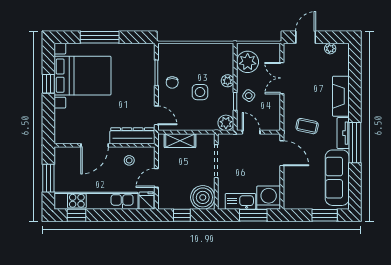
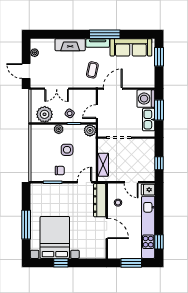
boiler: (203, 197) -> (146, 148), removed

